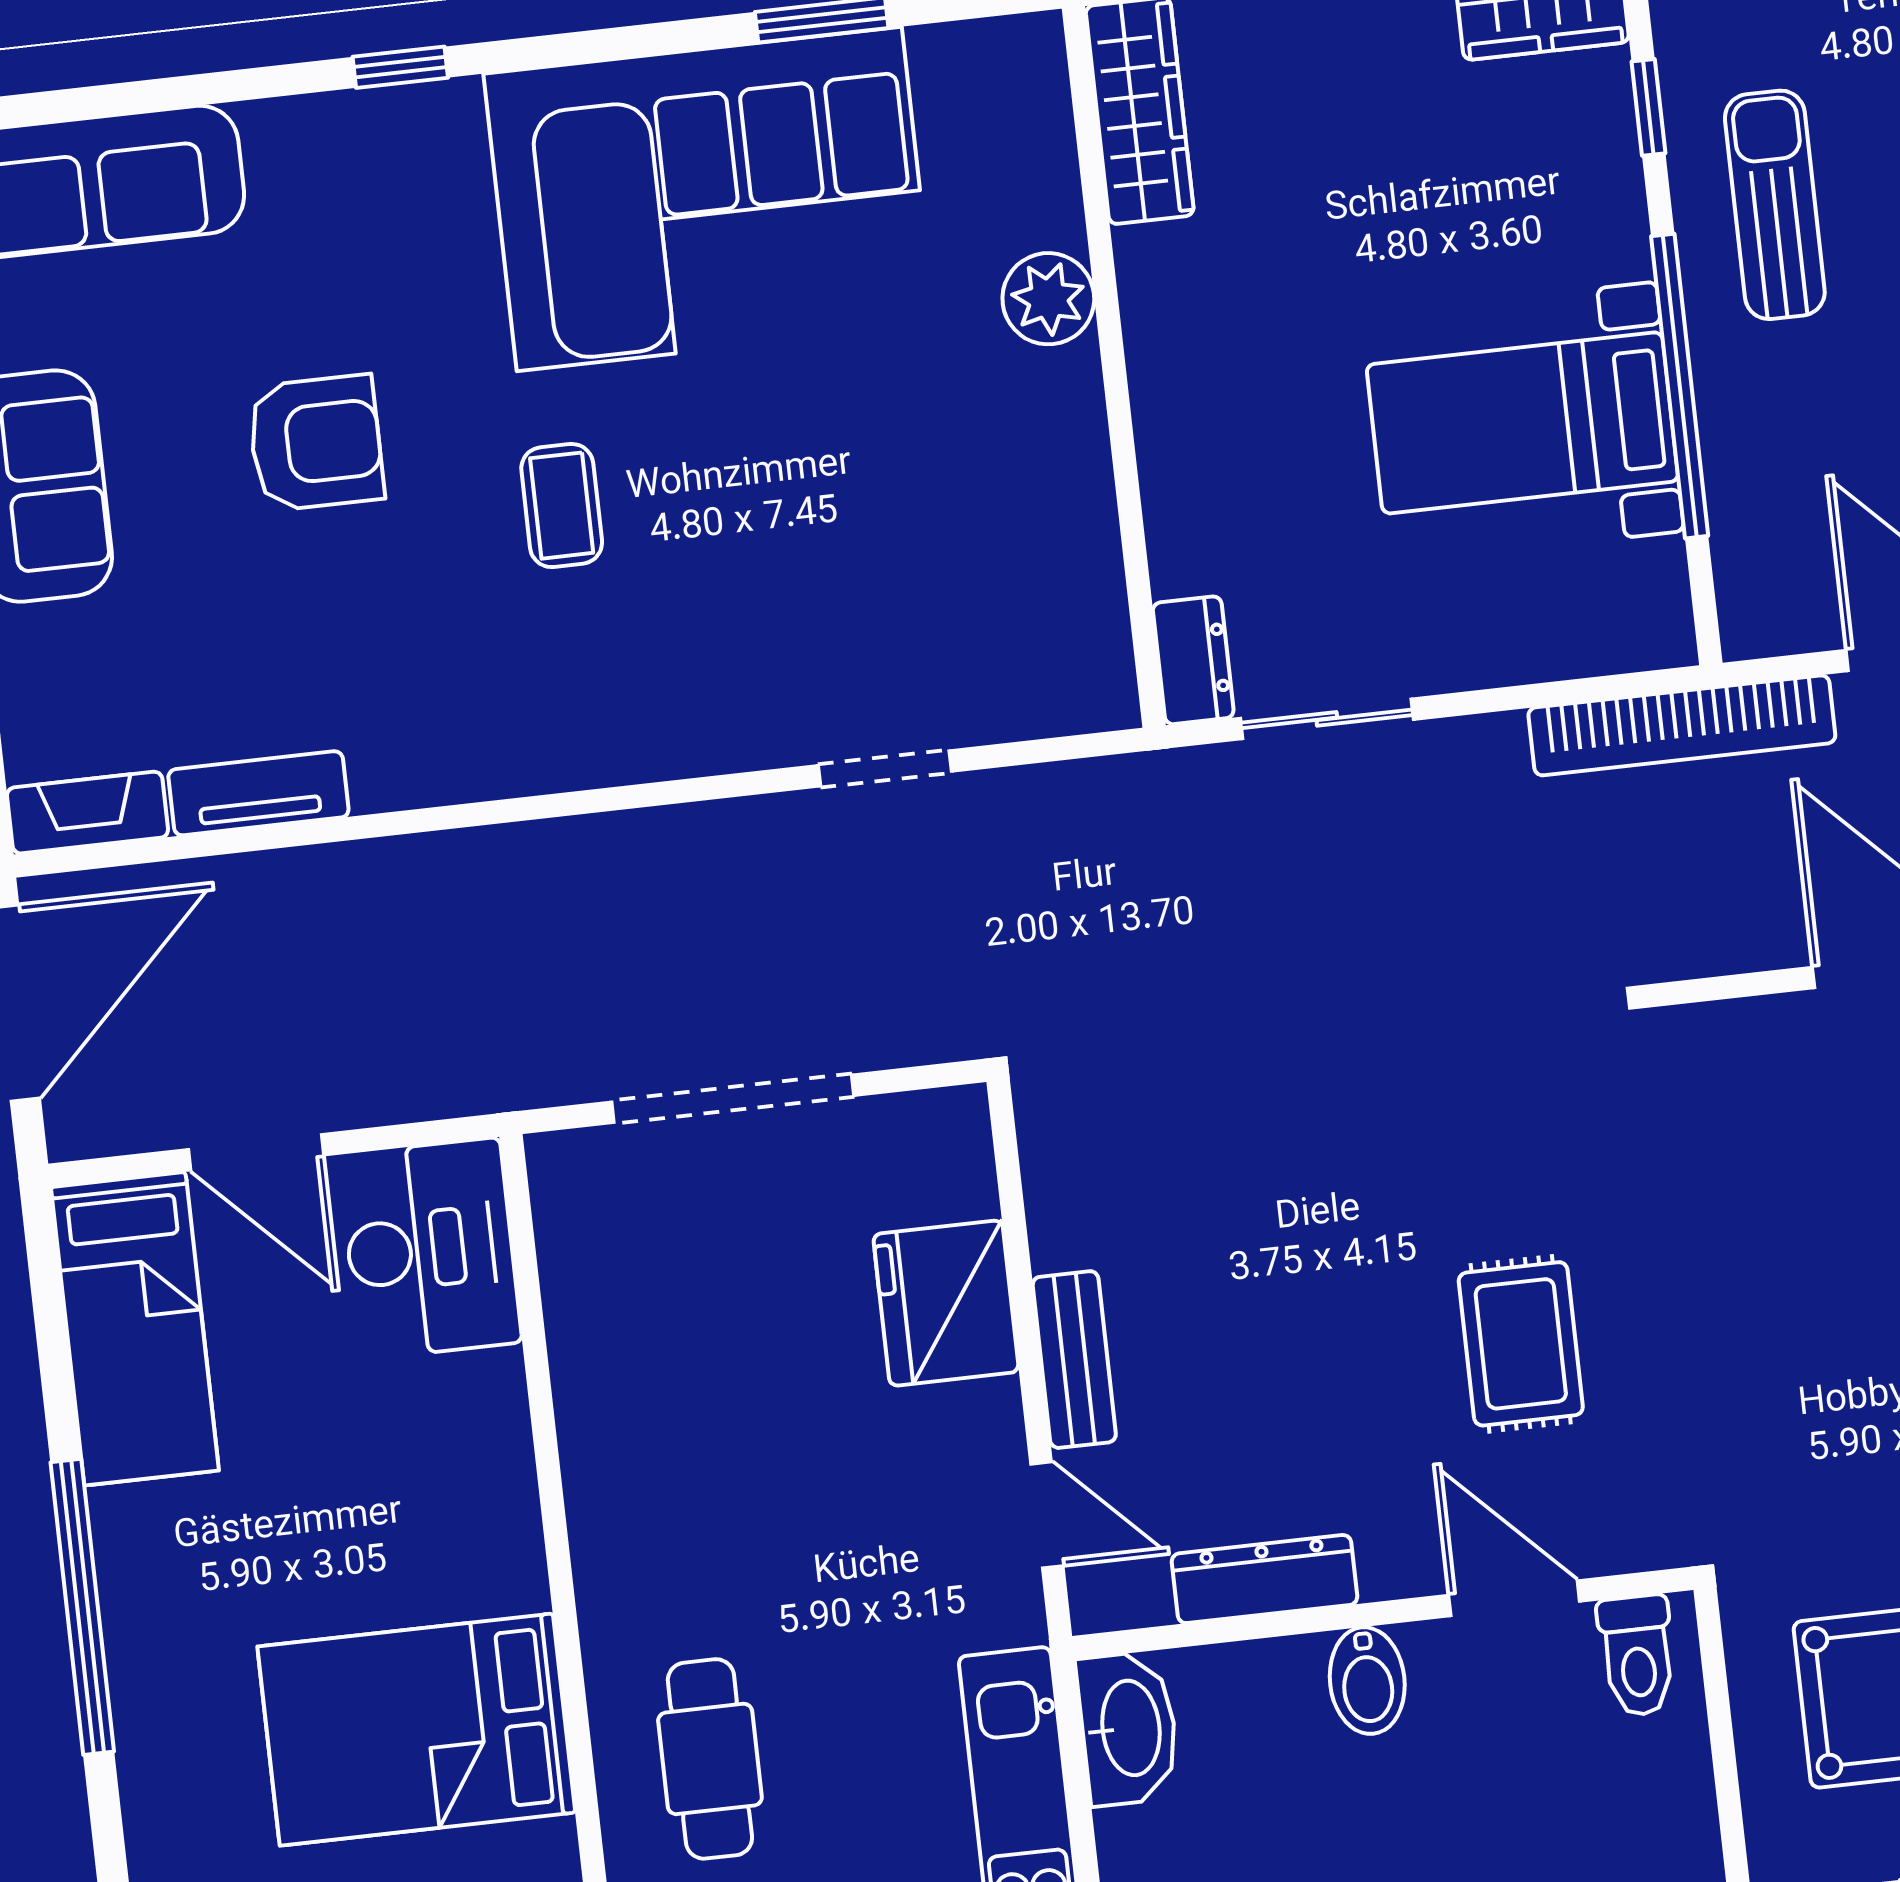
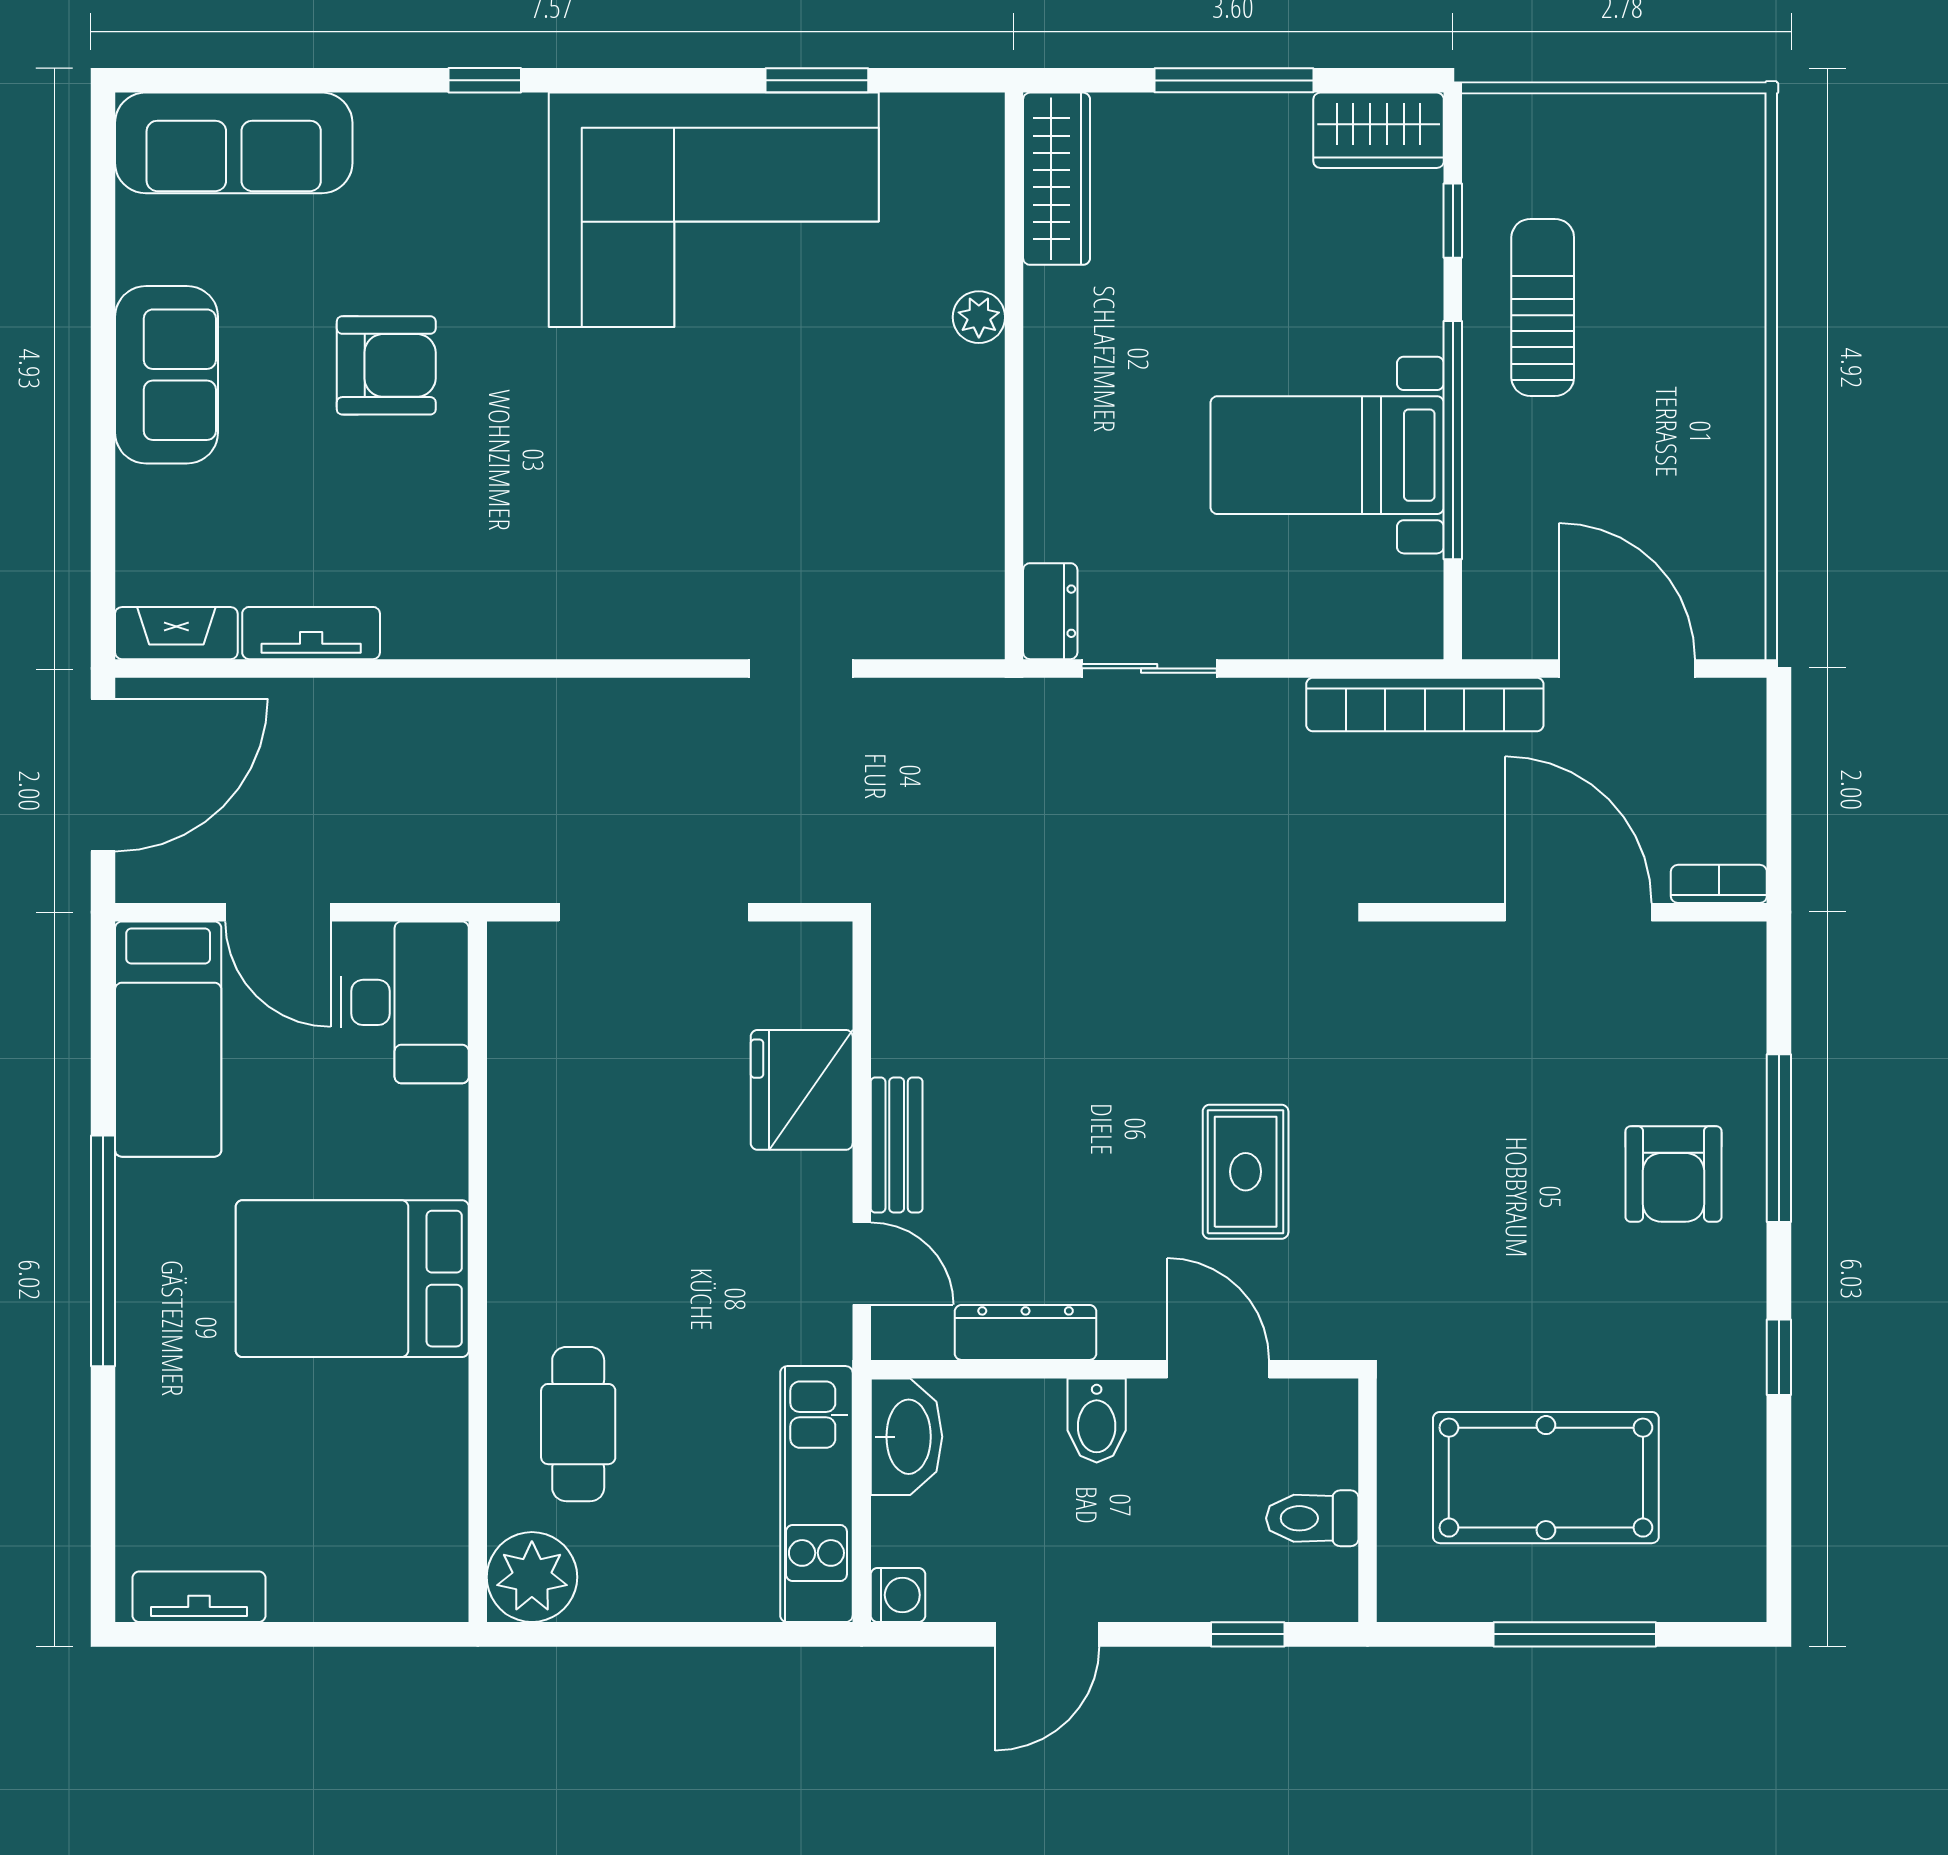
plant: (1048, 299) -> (979, 317), width x0.73, depth x0.73
coffee table: (562, 506) -> (572, 436), removed
toilet: (1637, 1656) -> (1312, 1518), moved, turned 90
bed: (416, 1730) -> (352, 1279), moved

